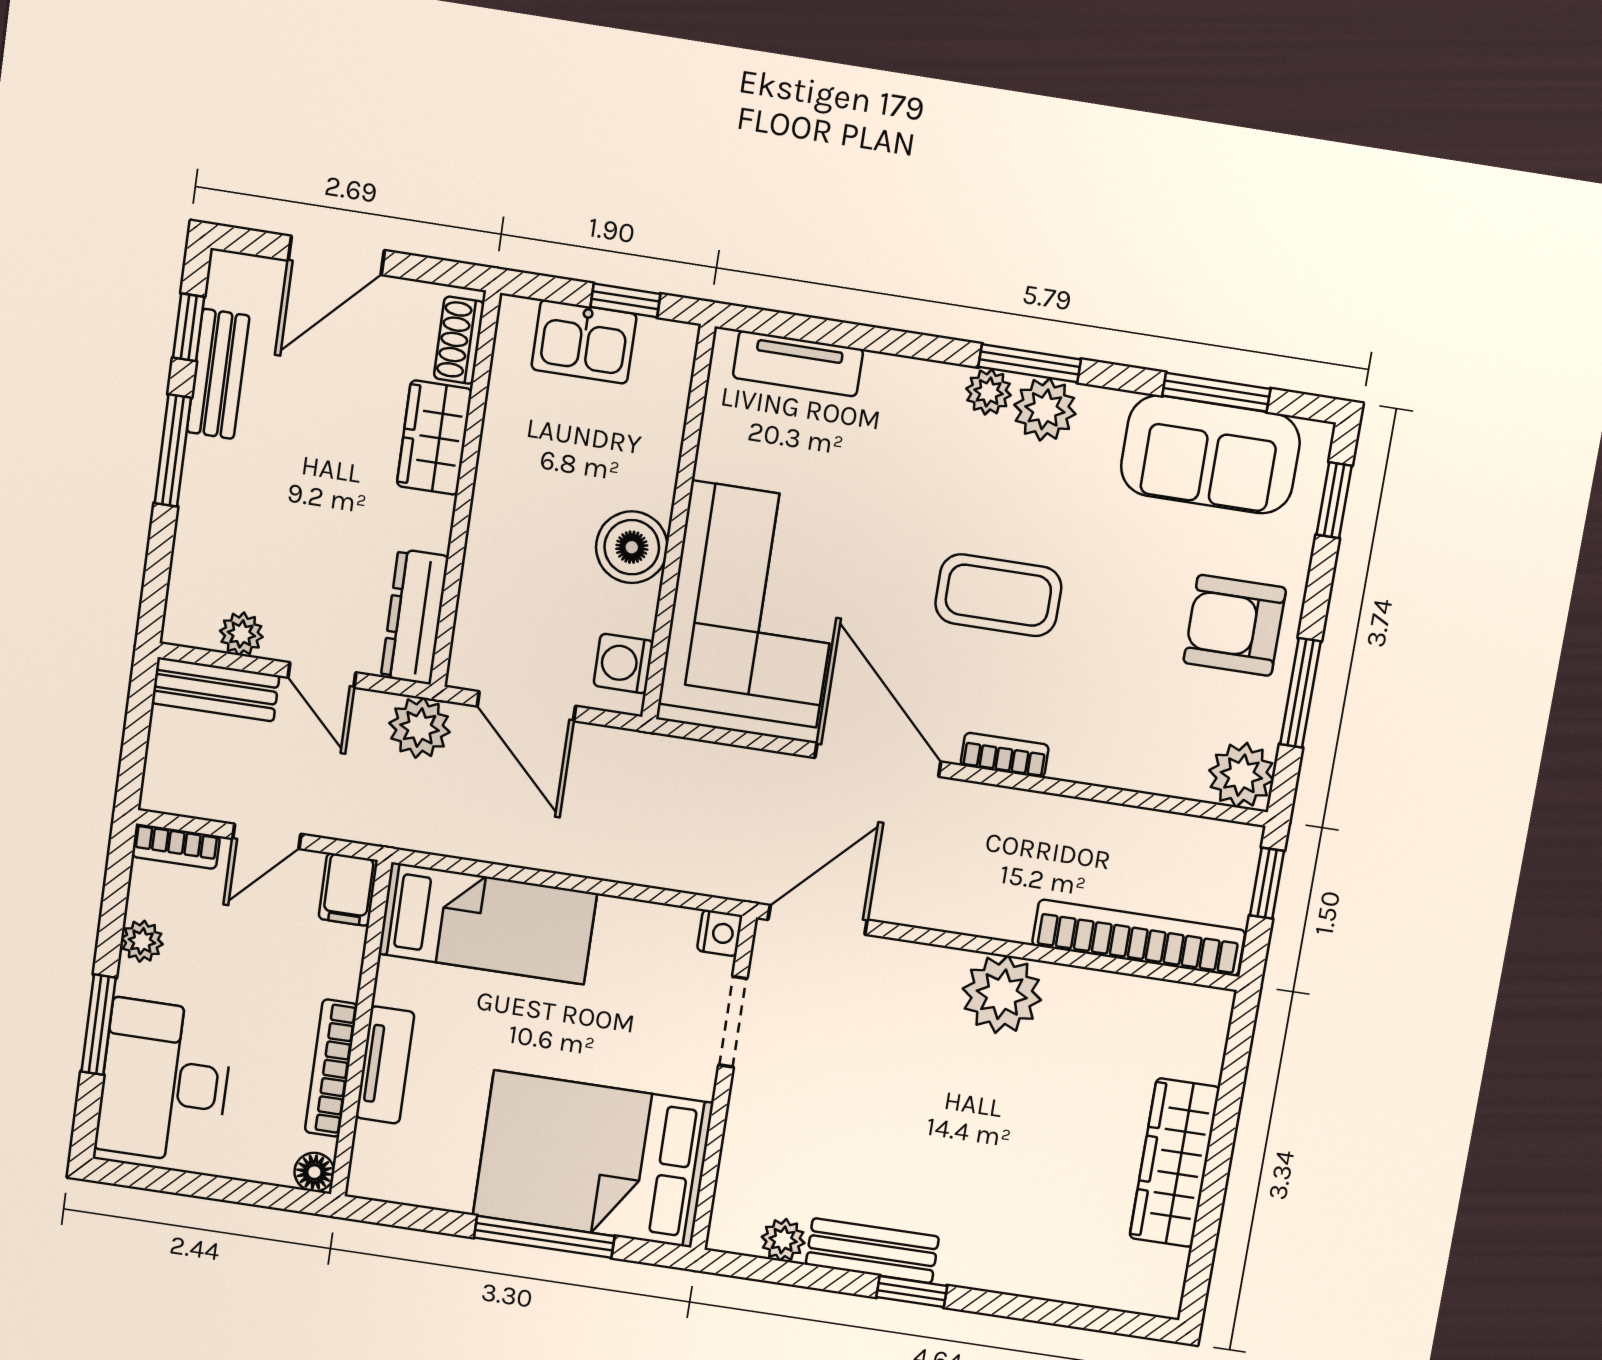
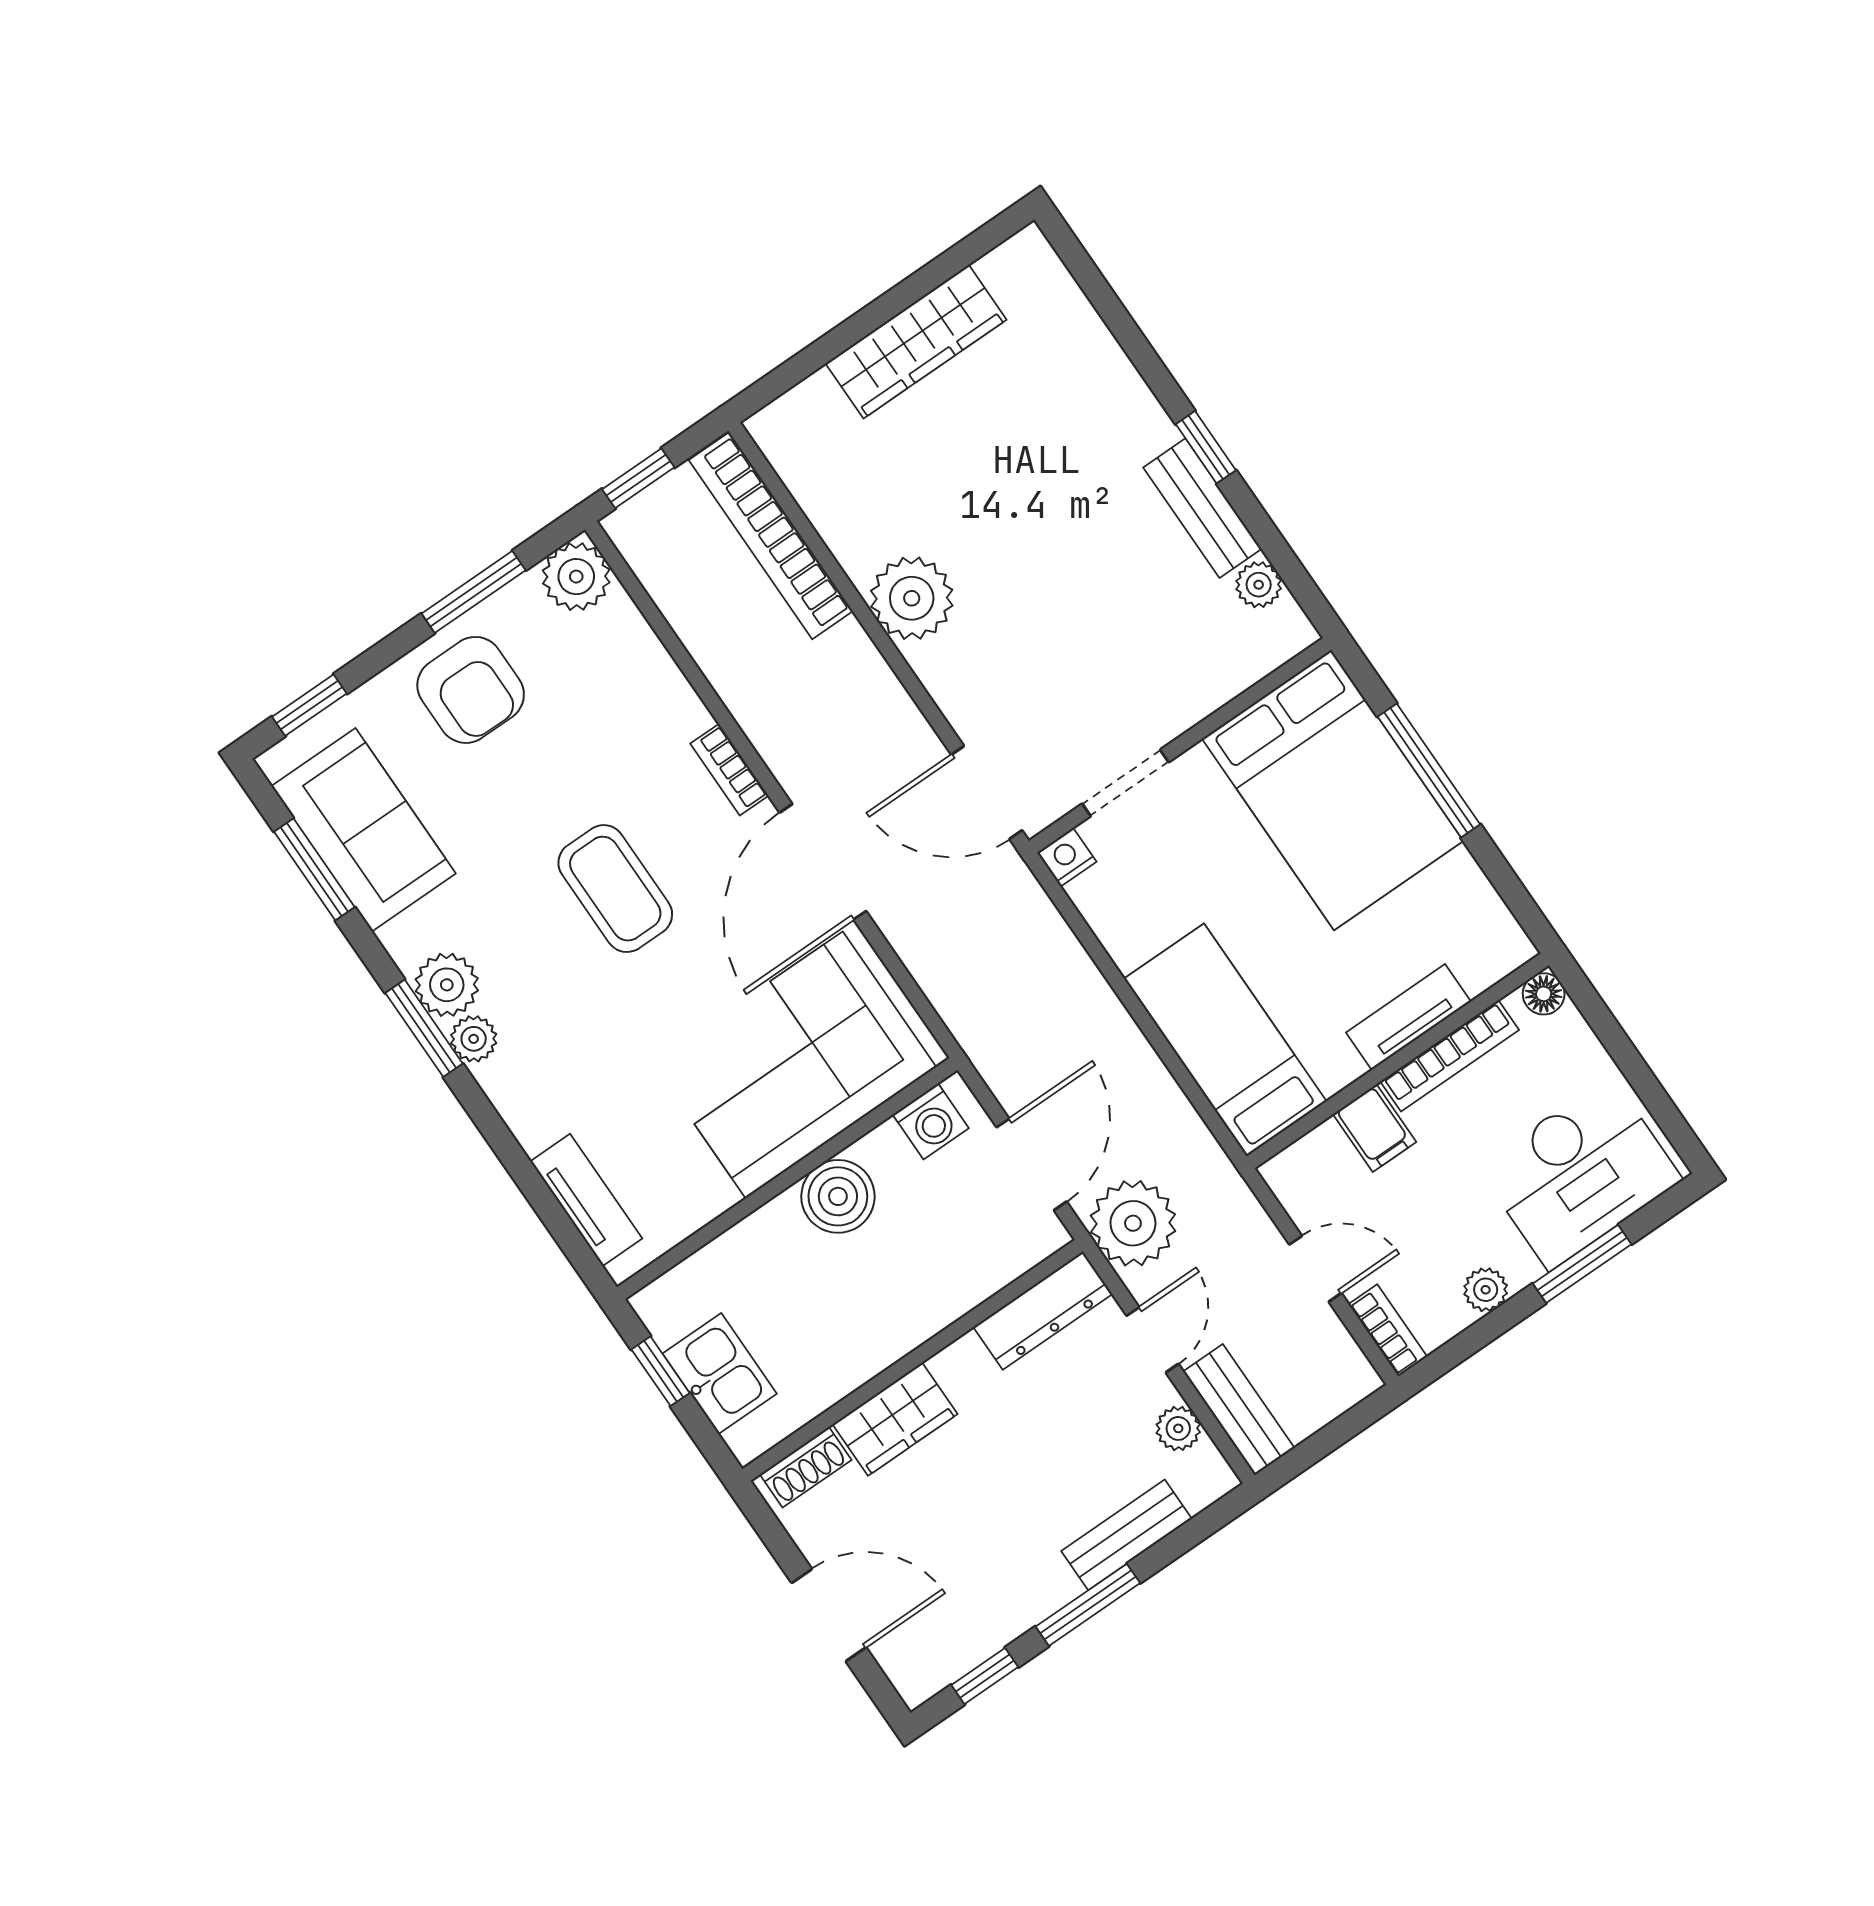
bench: (218, 374) -> (1127, 1535), moved
plant: (420, 728) -> (1133, 1223), width x1.36, depth x1.36
filing cabinet: (348, 889) -> (1375, 1128), moved, turned 90

